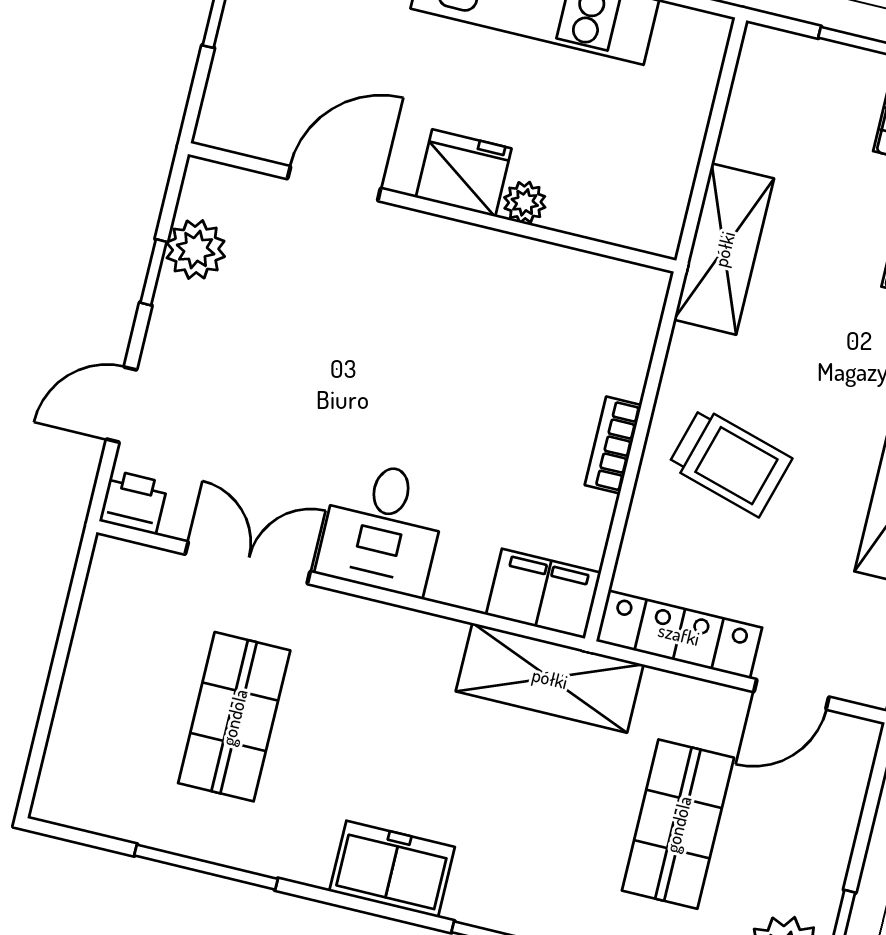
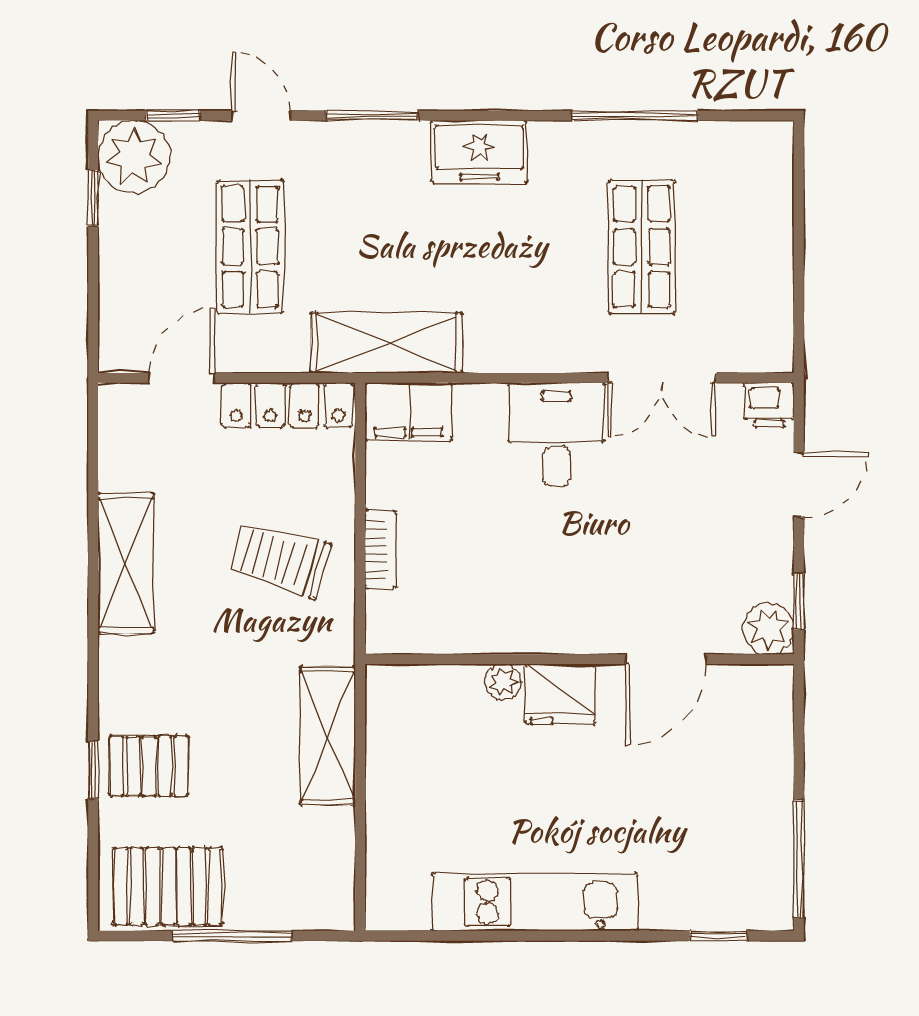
fridge: (464, 173) -> (560, 694), moved
door: (334, 184) -> (666, 659), moved
plant: (525, 202) -> (503, 682), moved
wall: (432, 207) -> (579, 659), moved

